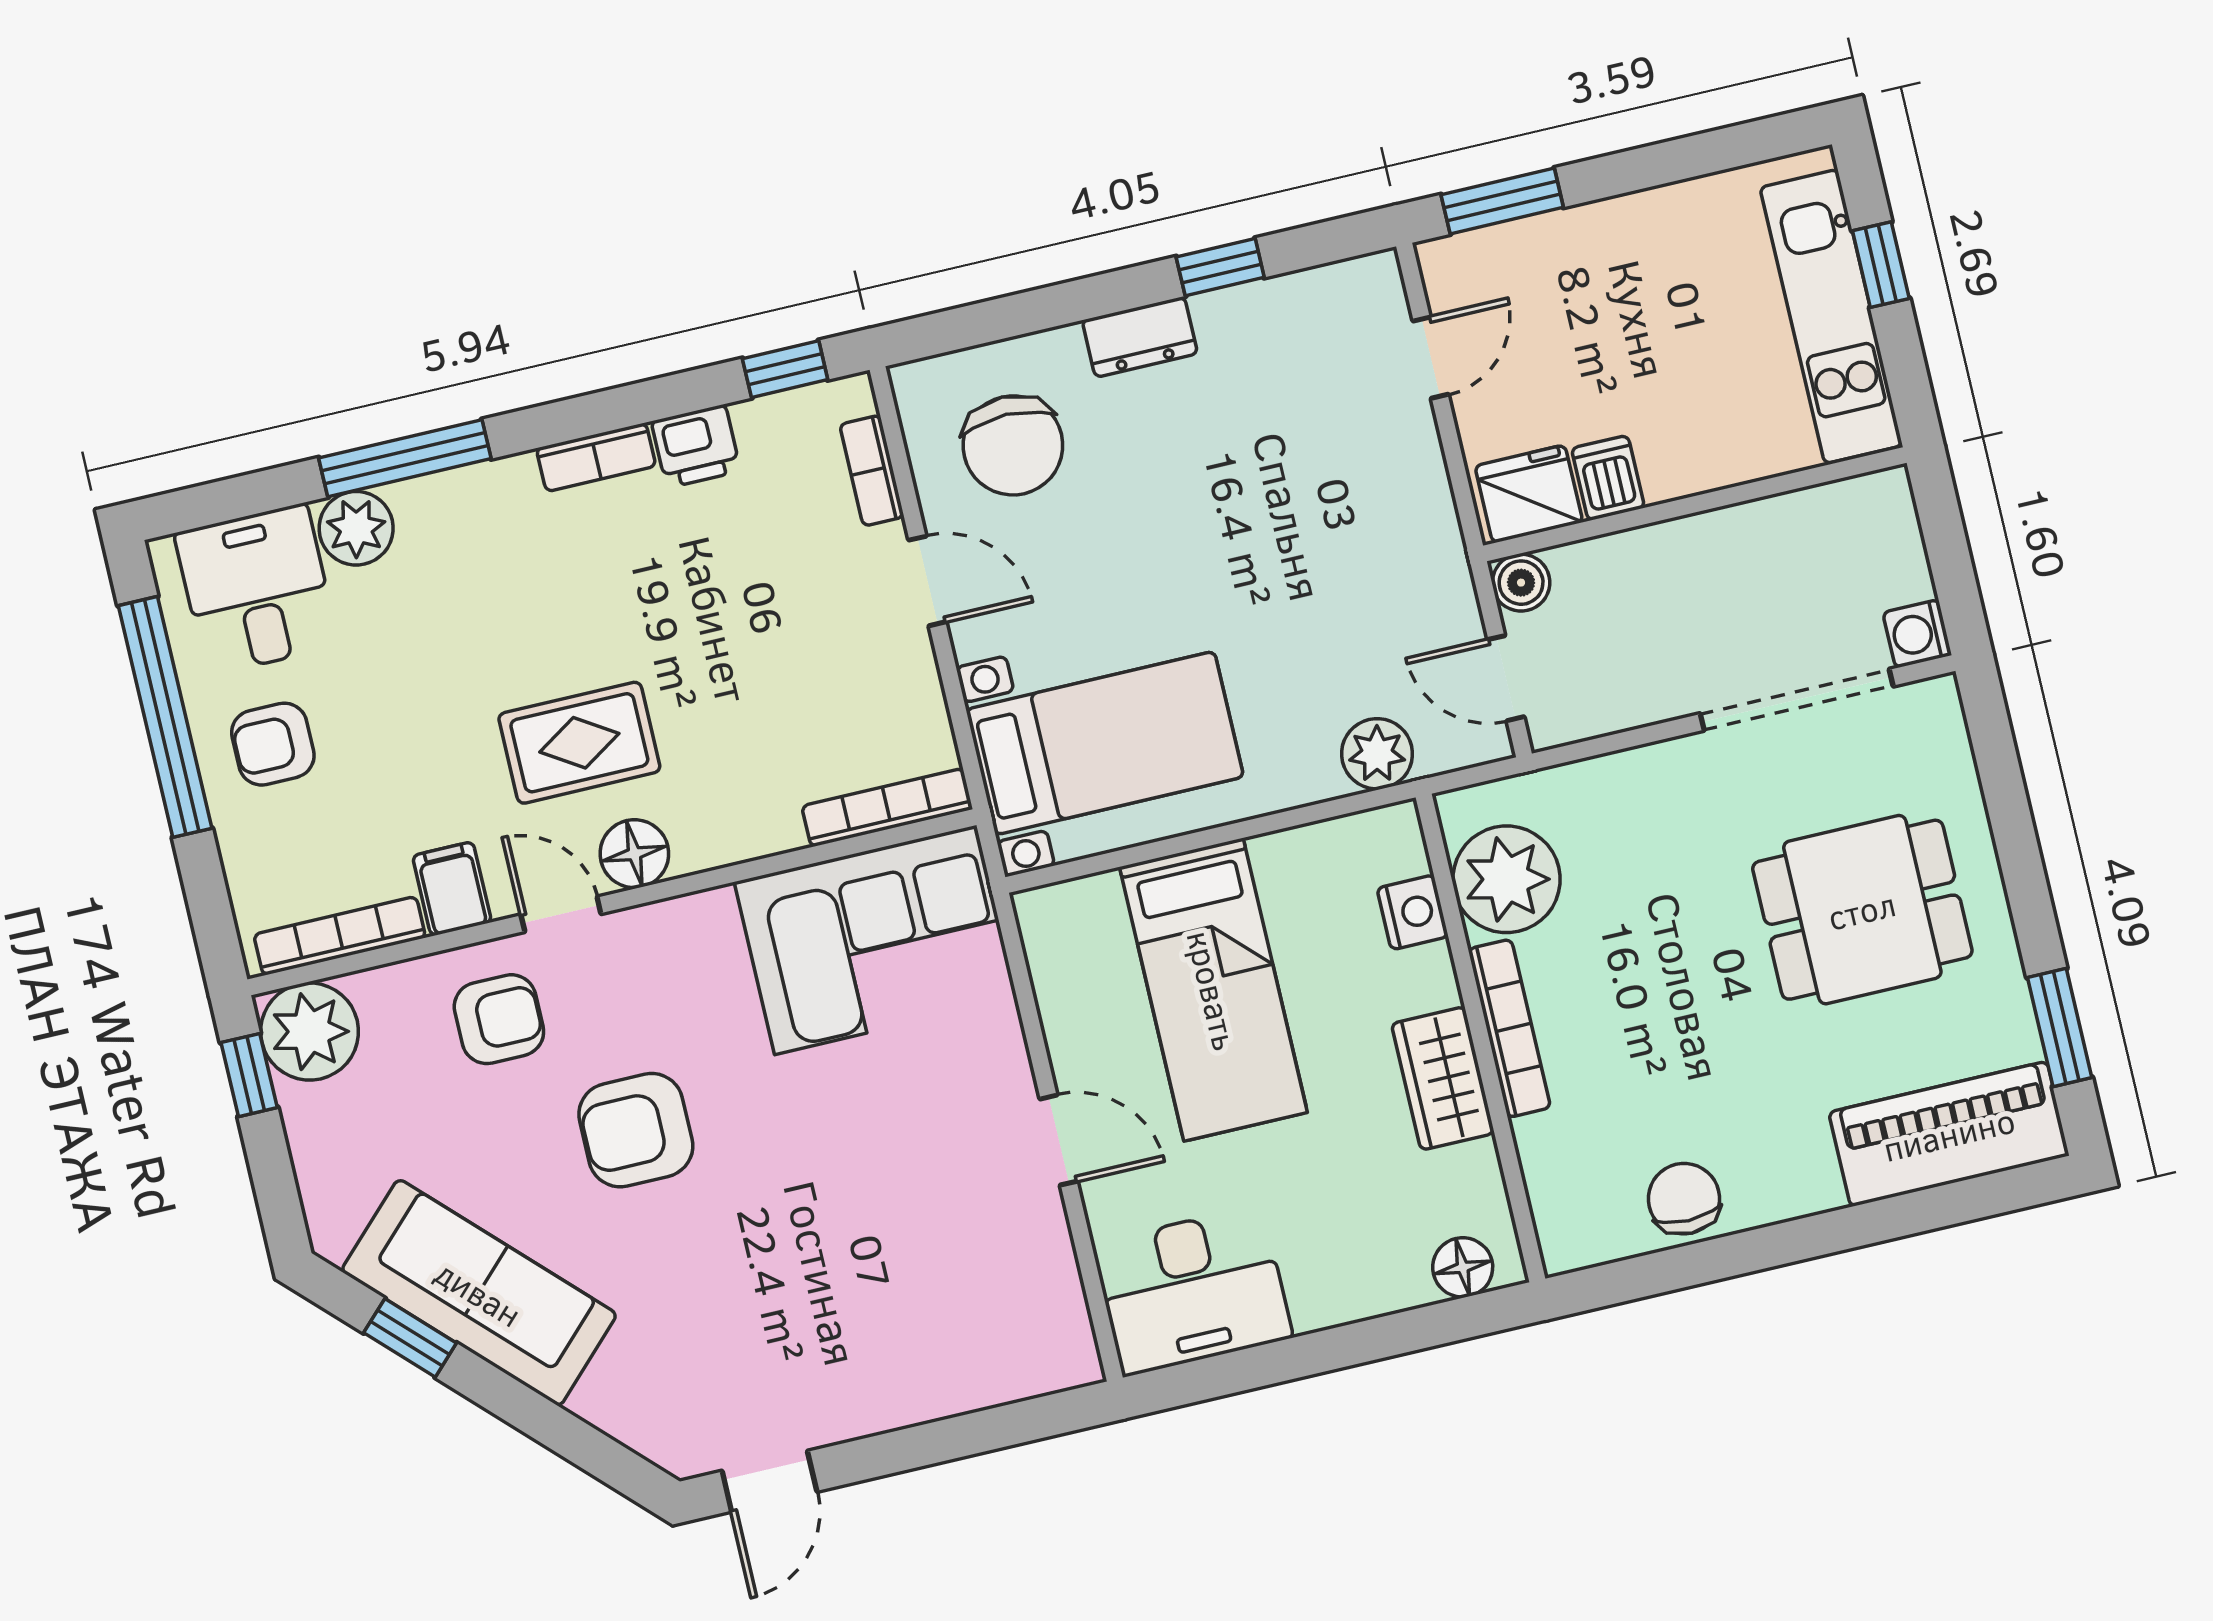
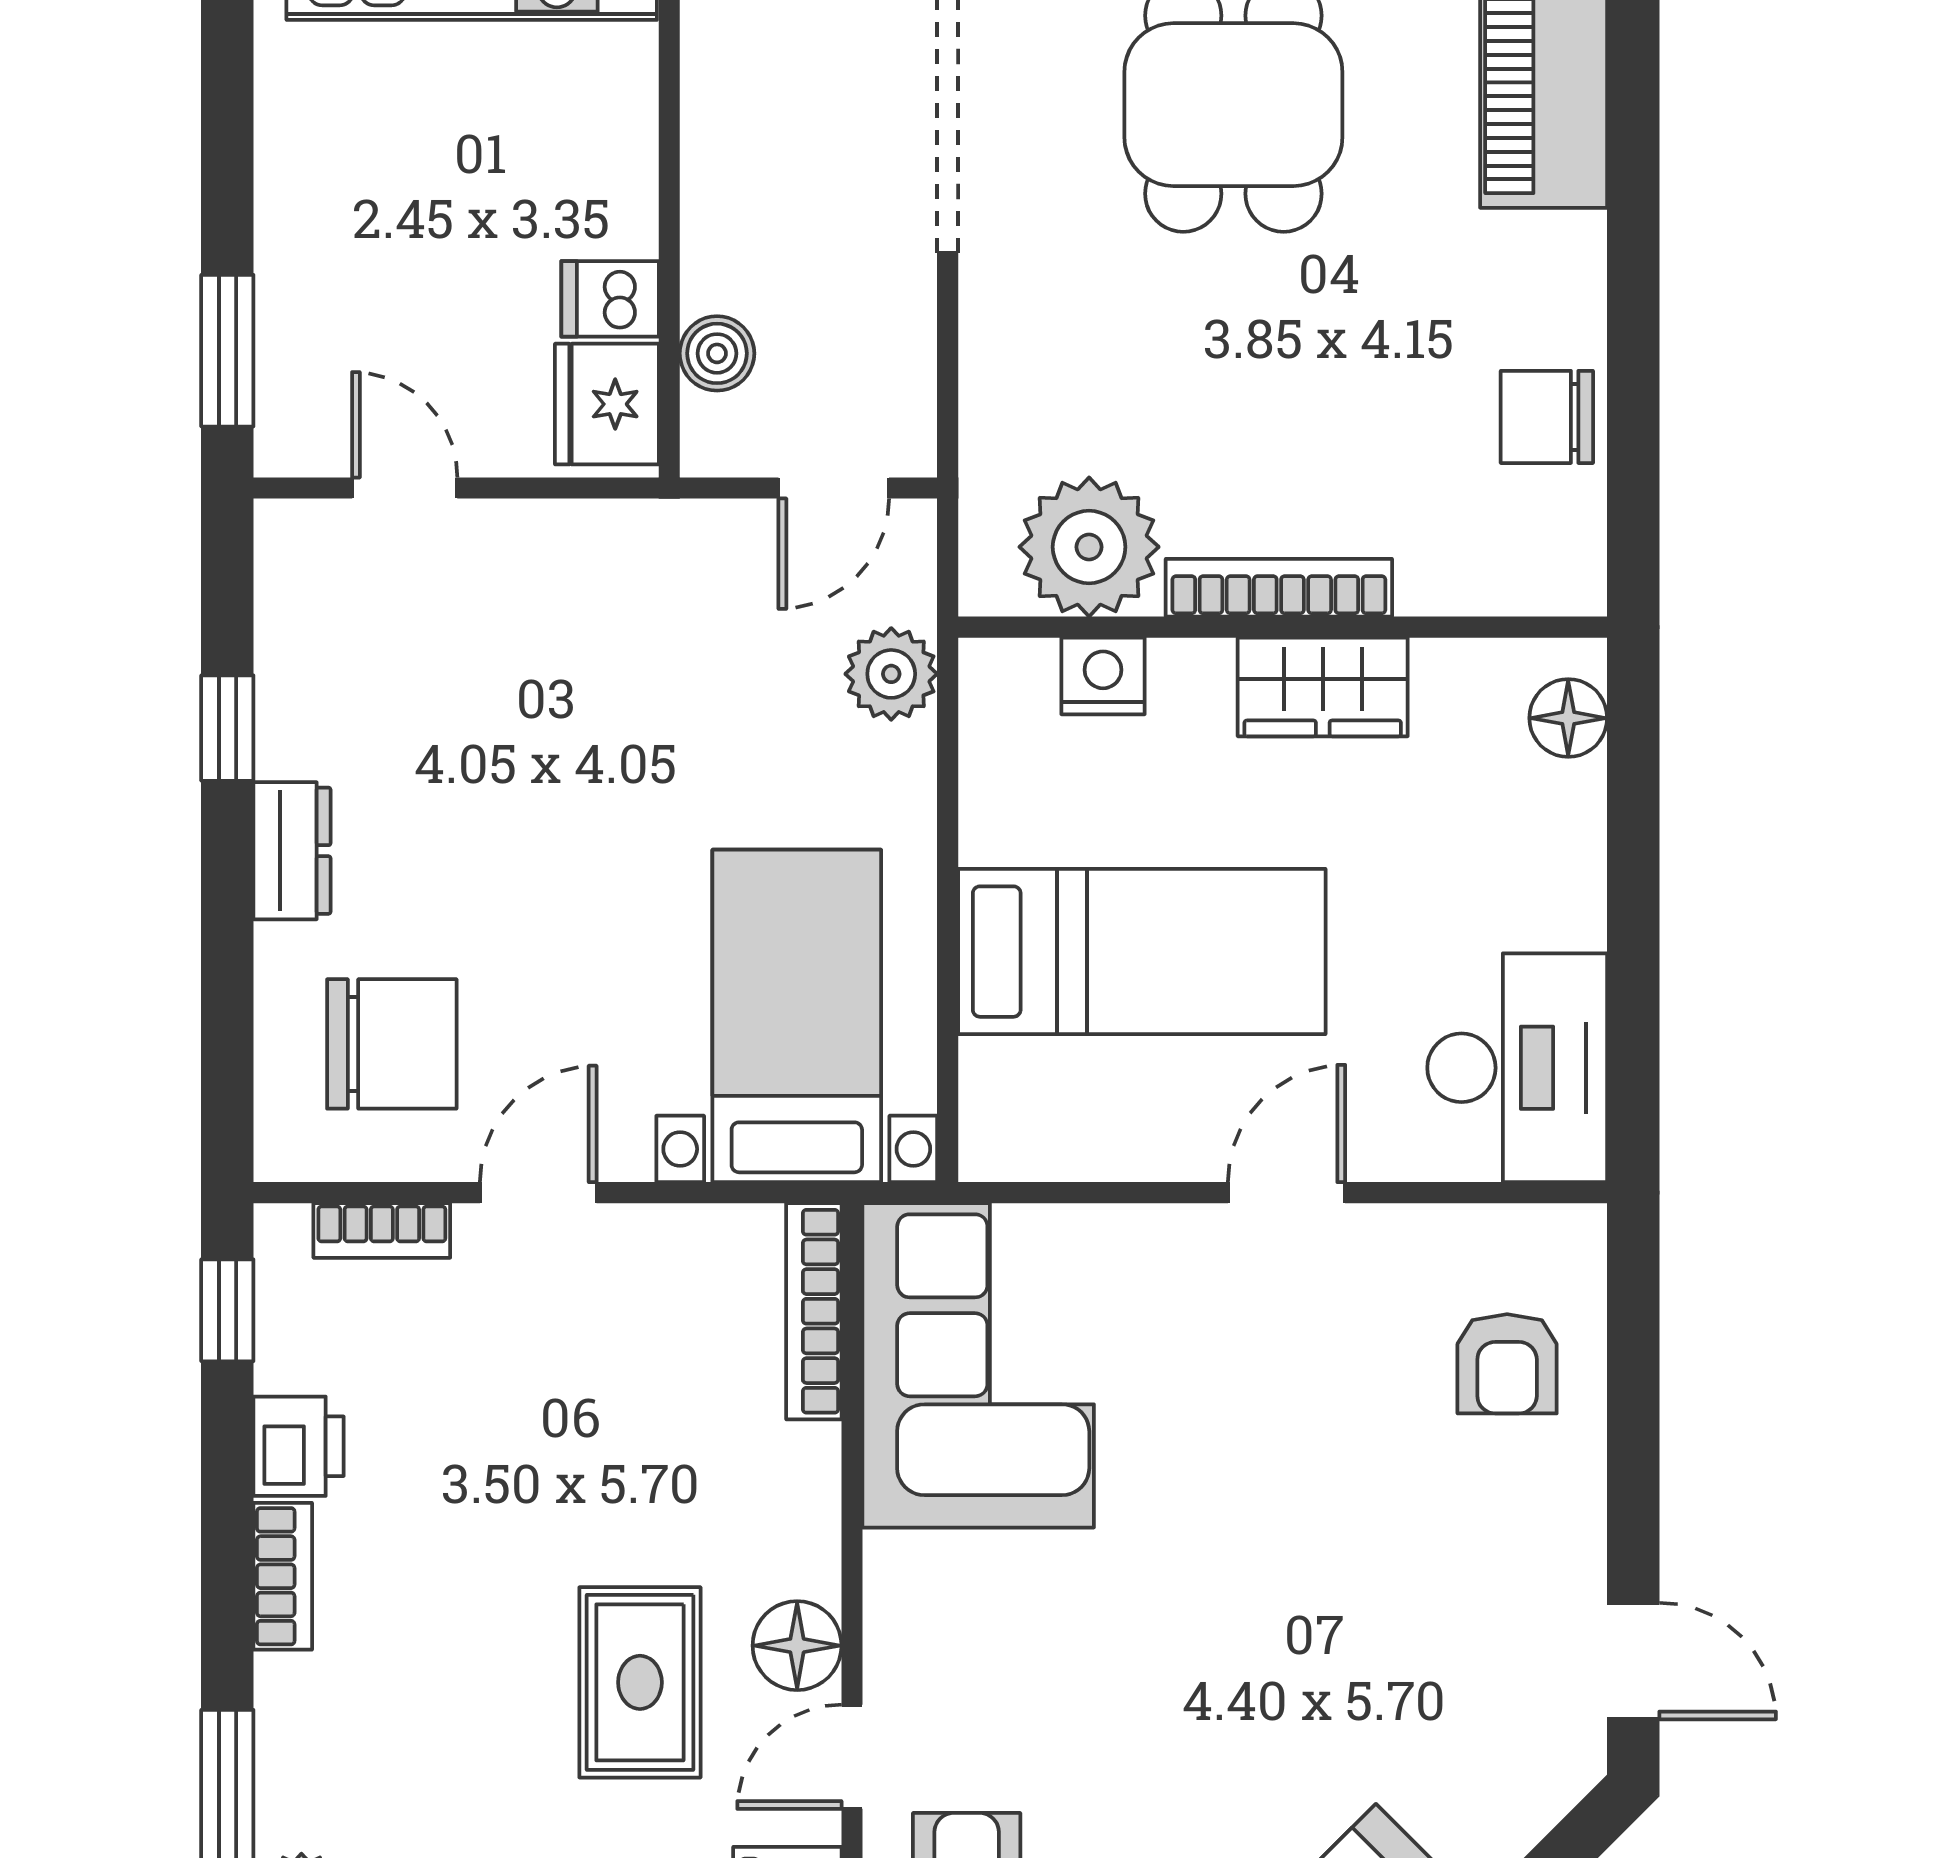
boiler: (1521, 583) -> (717, 353), moved
armchair: (636, 1130) -> (1507, 1364), moved, width x0.72, depth x0.72

